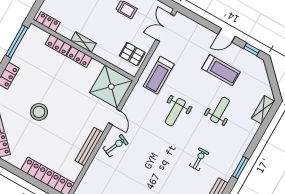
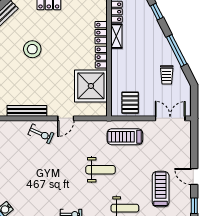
shelving: (83, 42) -> (116, 36), moved
treadmill: (221, 70) -> (161, 189), turned 180
shower: (111, 87) -> (91, 86), moved
weight bench: (175, 112) -> (101, 170), turned 180

